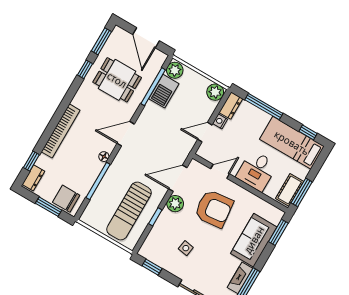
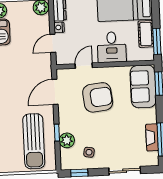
cot: (290, 190) -> (146, 34), moved
plant: (175, 204) -> (67, 140), moved
sofa: (254, 240) -> (143, 86), moved
side table: (186, 248) -> (89, 152), moved

